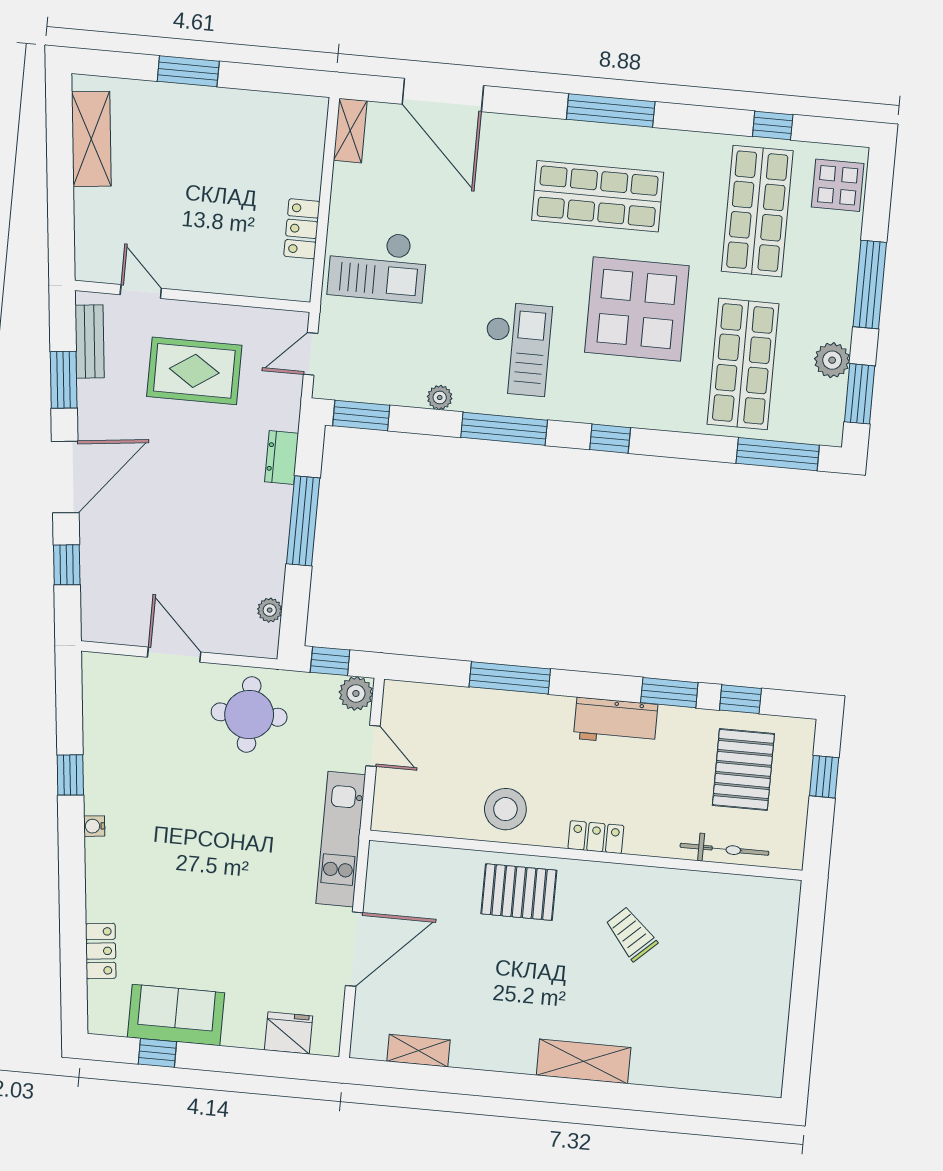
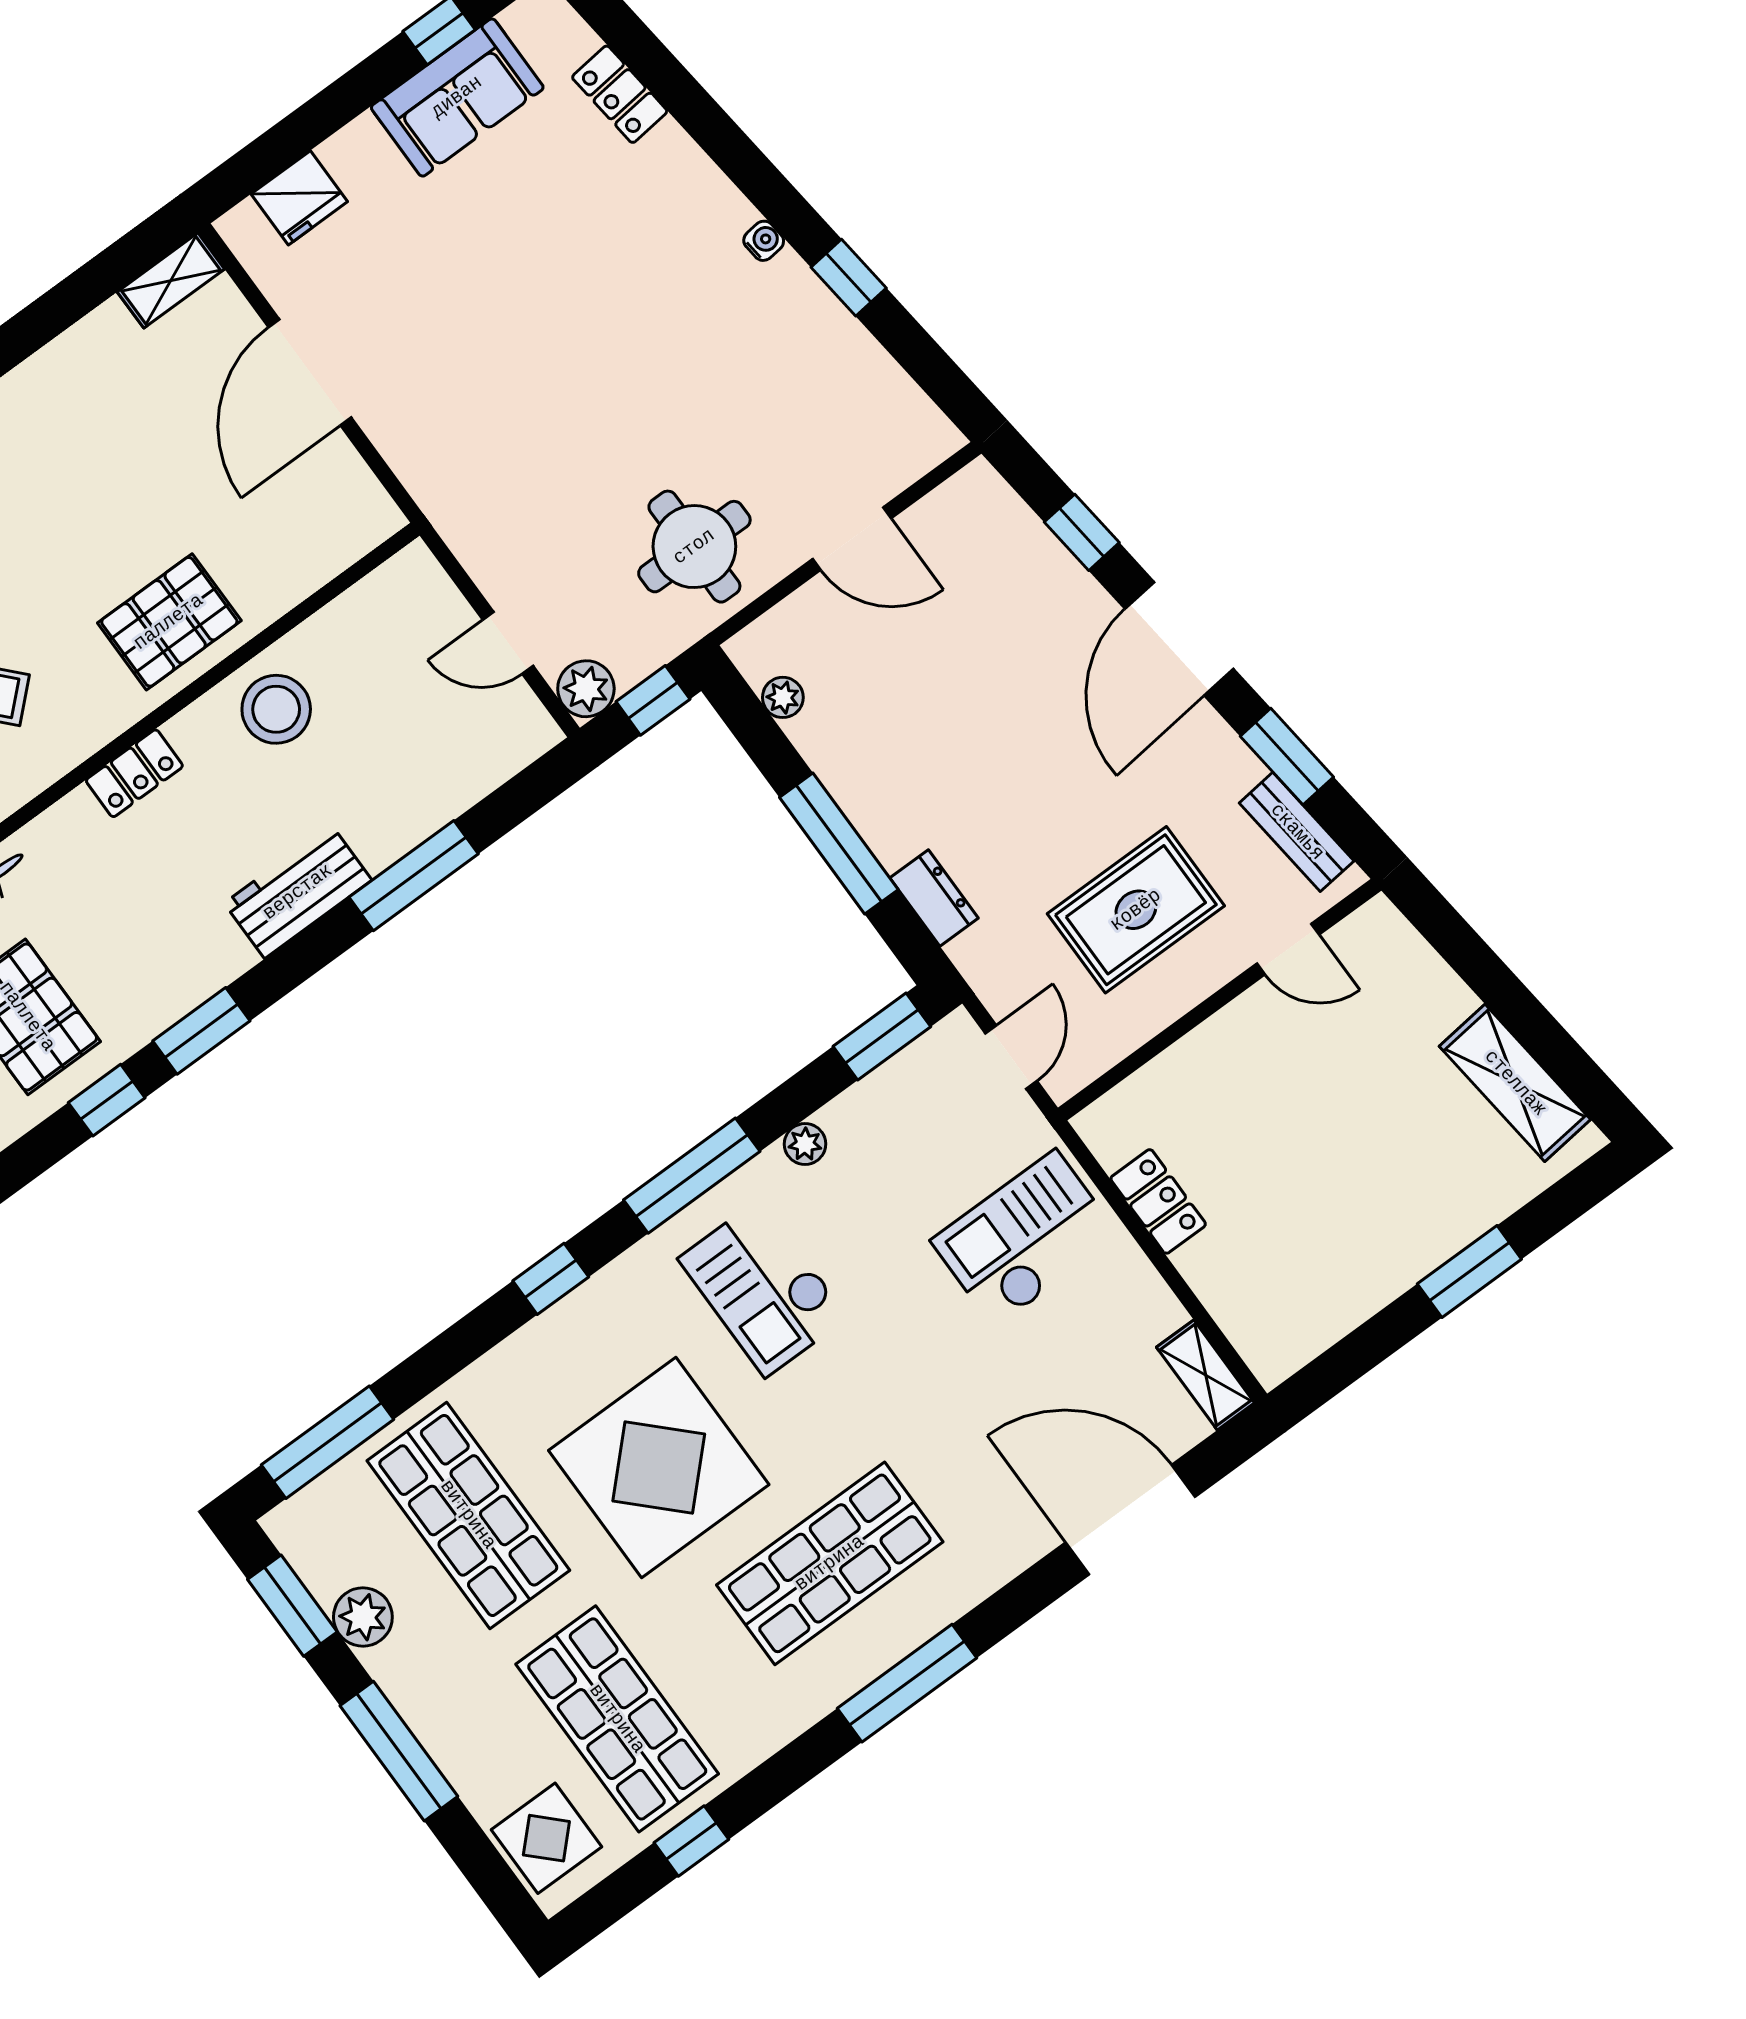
workbench: (616, 721) -> (298, 892), moved
kitchen unit: (341, 839) -> (446, 493), removed
shelving: (419, 1051) -> (171, 280), moved

